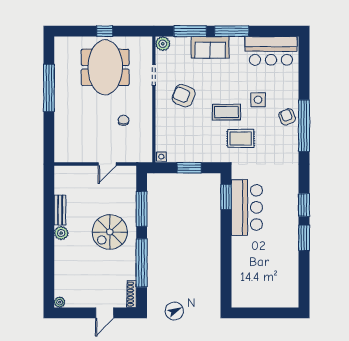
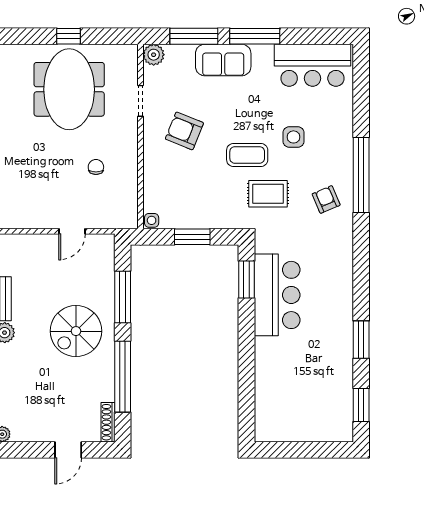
armchair: (287, 117) -> (326, 199), moved
window: (304, 205) -> (361, 405), moved

